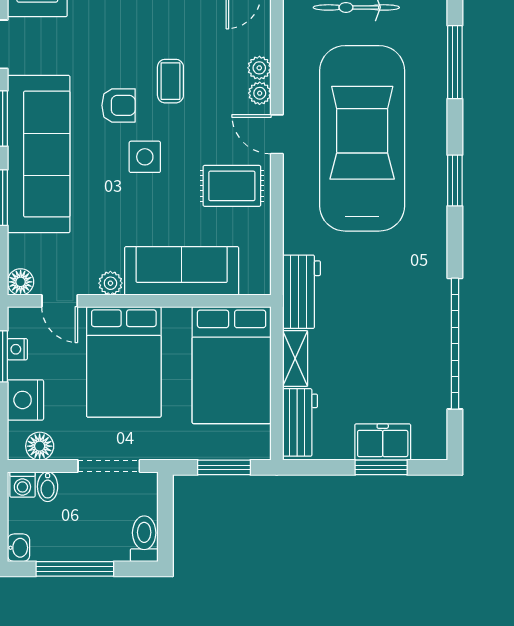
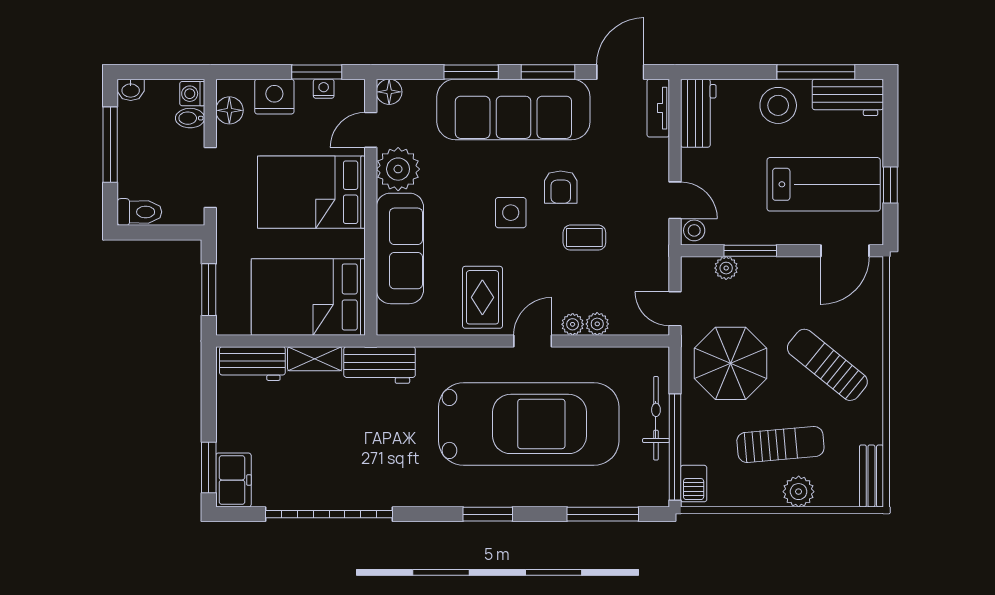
plant: (110, 283) -> (398, 169), width x1.87, depth x1.87
freezer: (383, 442) -> (233, 480), moved
window: (381, 467) -> (209, 468), moved

